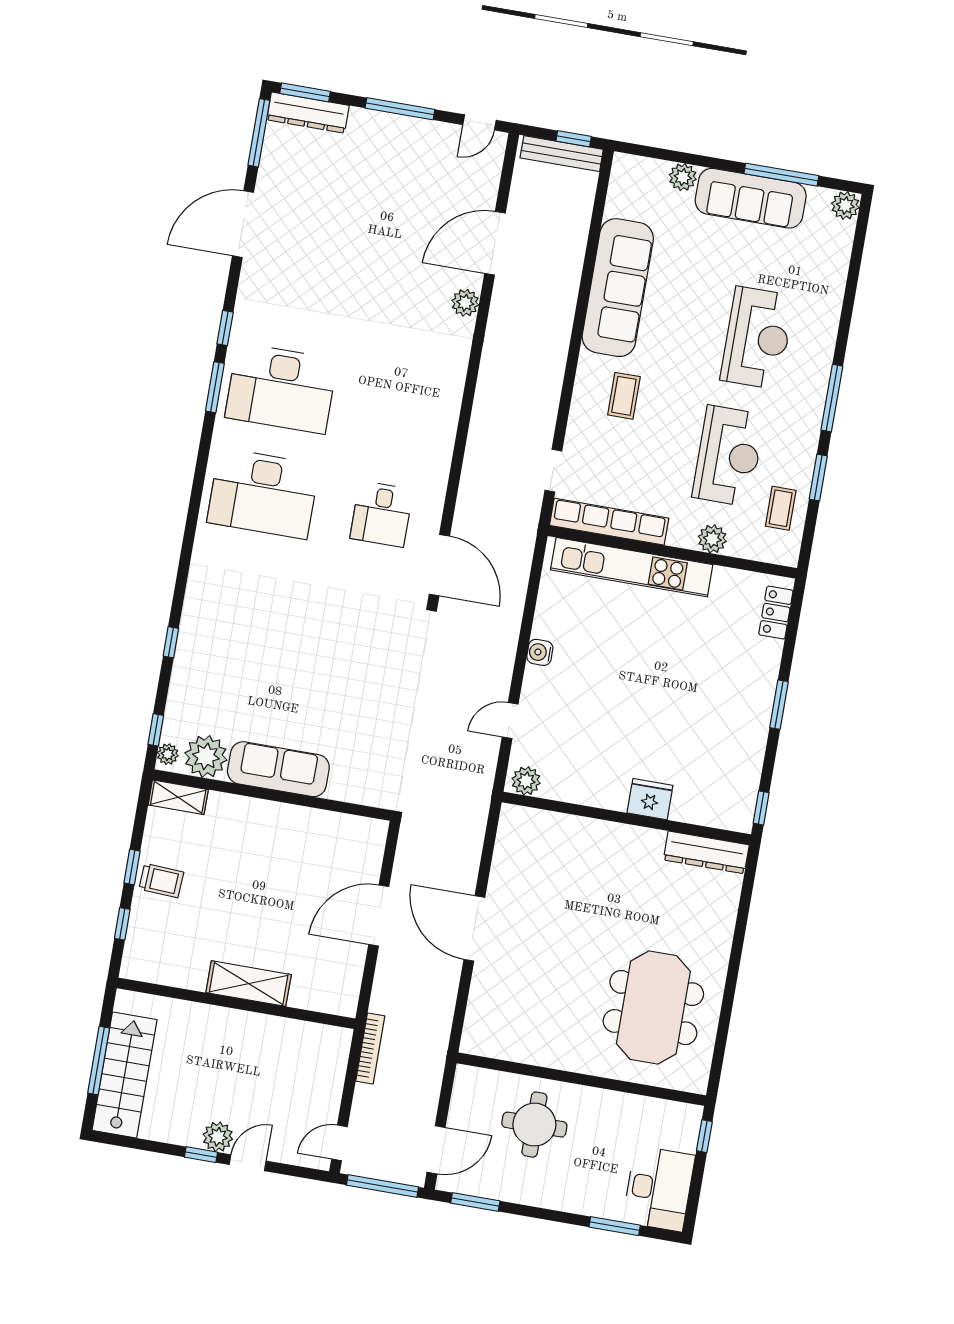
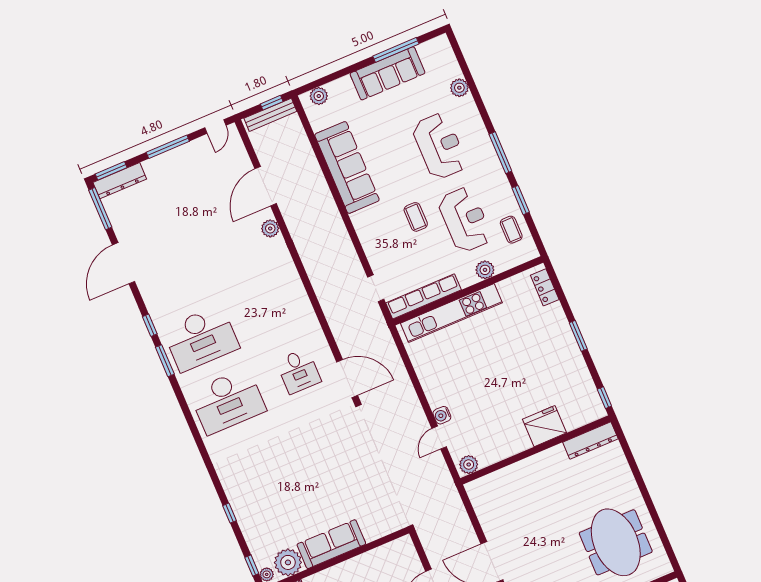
plant: (683, 177) -> (319, 96), moved
plant: (845, 205) -> (459, 88), moved
coffee table: (624, 396) -> (416, 217), moved
water cooler: (540, 652) -> (442, 415), moved
fridge: (650, 799) -> (544, 426), width x1.36, depth x1.34

